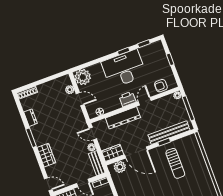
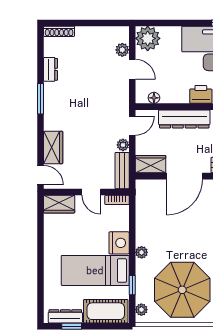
door: (93, 134) -> (132, 126), swing flipped
door: (136, 152) -> (184, 176), hinge flipped
wardrobe: (46, 155) -> (53, 147), moved
plant: (120, 167) -> (153, 188), removed

